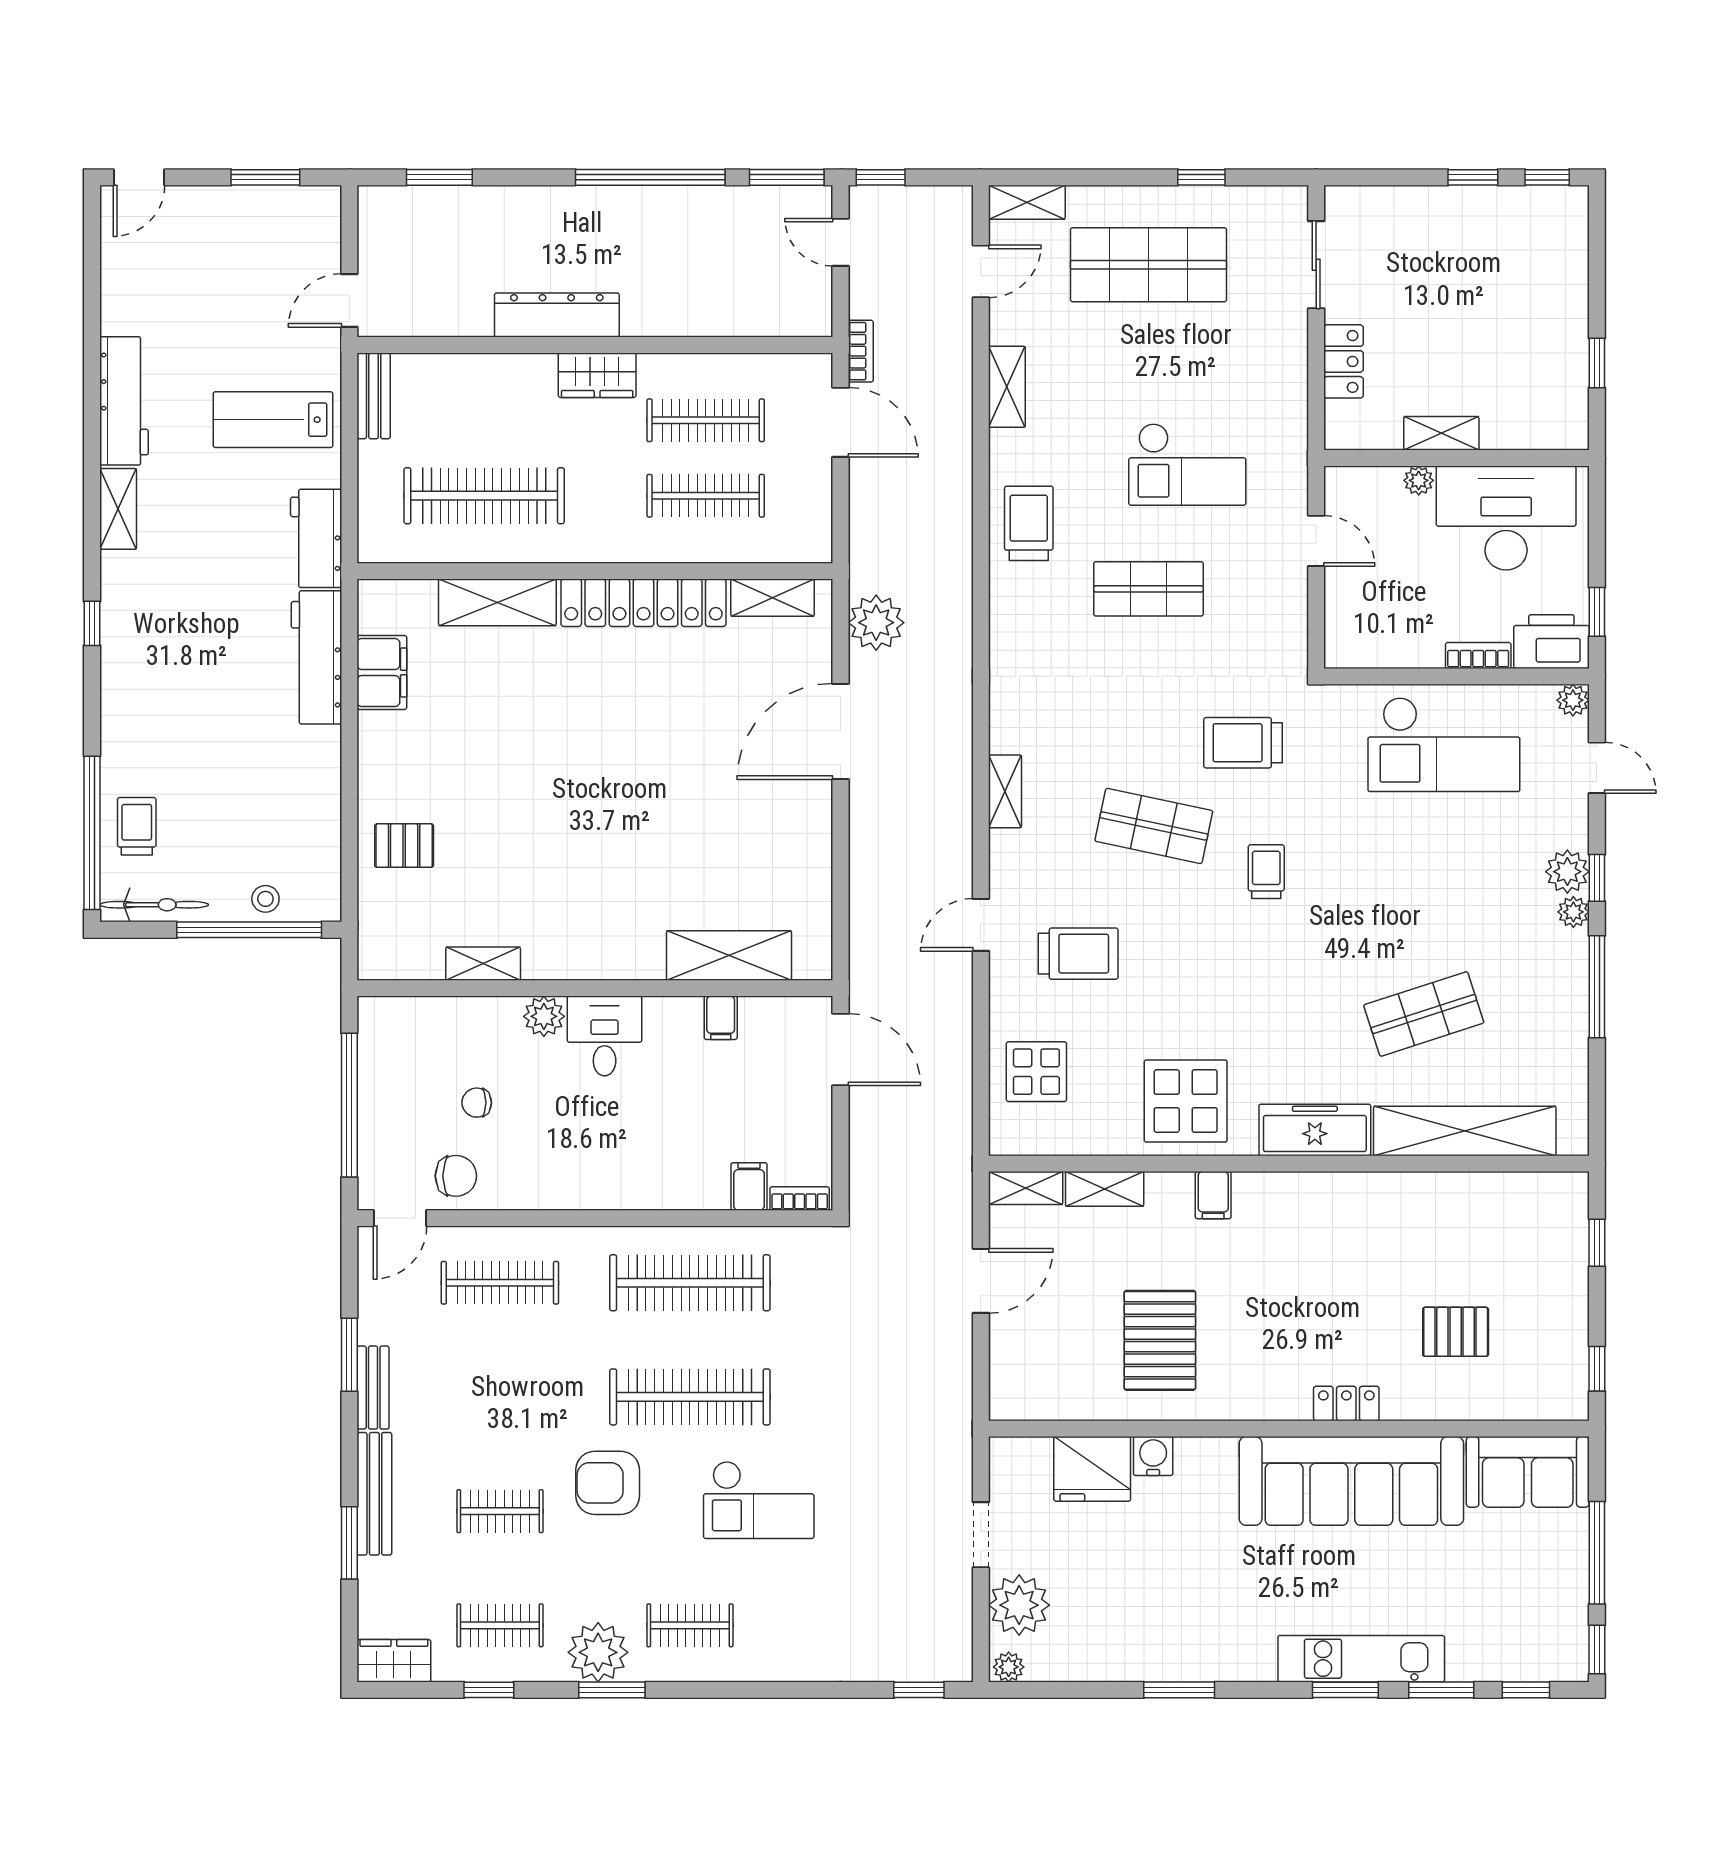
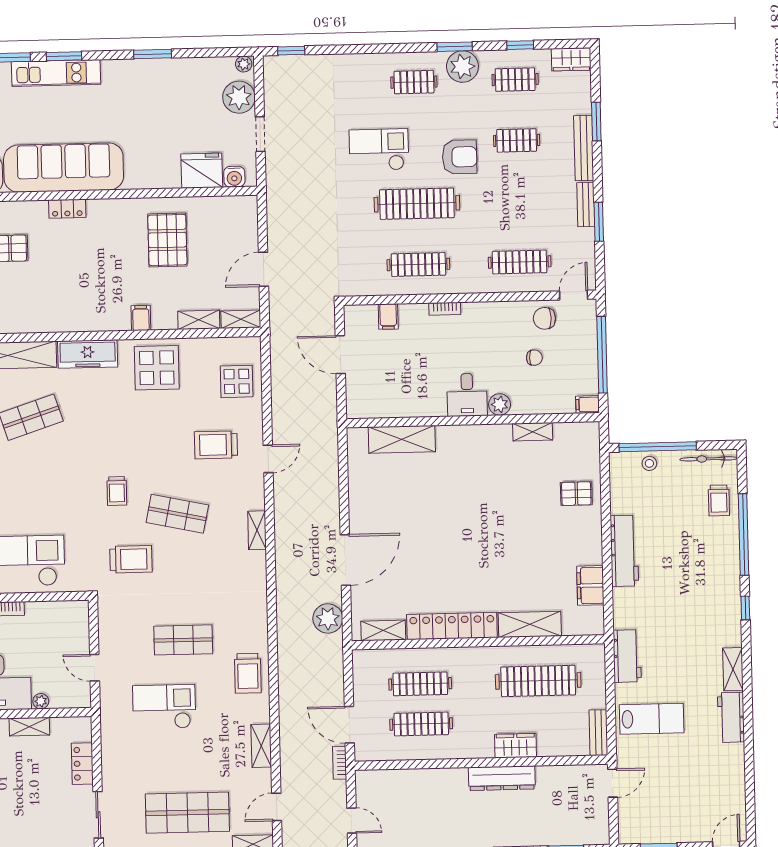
wardrobe: (597, 375) -> (515, 746), moved
workbench: (124, 401) -> (731, 717), width x0.73
workbench: (316, 657) -> (624, 551), moved
window: (92, 833) -> (744, 534), moved
filing cabinet: (721, 1018) -> (588, 404), moved, turned -90
door: (841, 1050) -> (340, 355), moved
bookcase: (800, 1199) -> (445, 309), moved
clothes rail: (690, 1283) -> (418, 264), width x0.73, depth x0.76
water cooler: (1153, 1456) -> (234, 177), moved

